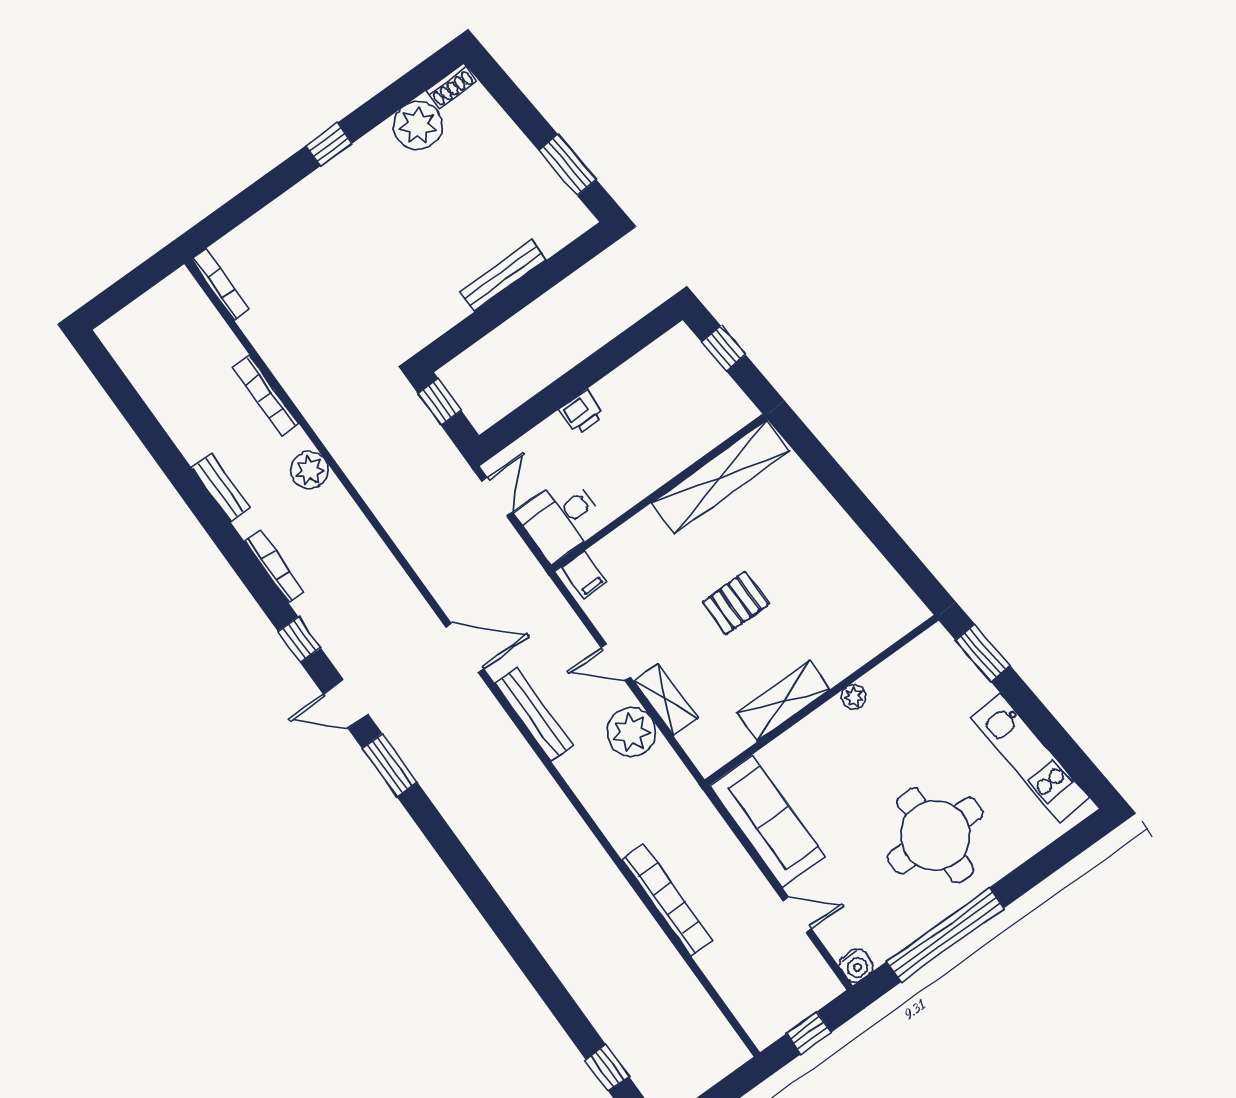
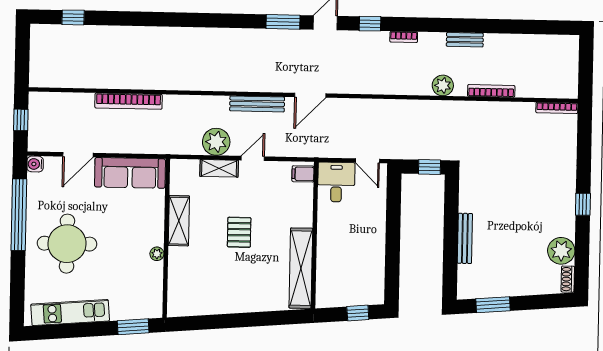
printer: (581, 413) -> (377, 227), removed
bookcase: (274, 566) -> (404, 37), width x0.64
door: (797, 915) -> (78, 155), width x1.38

